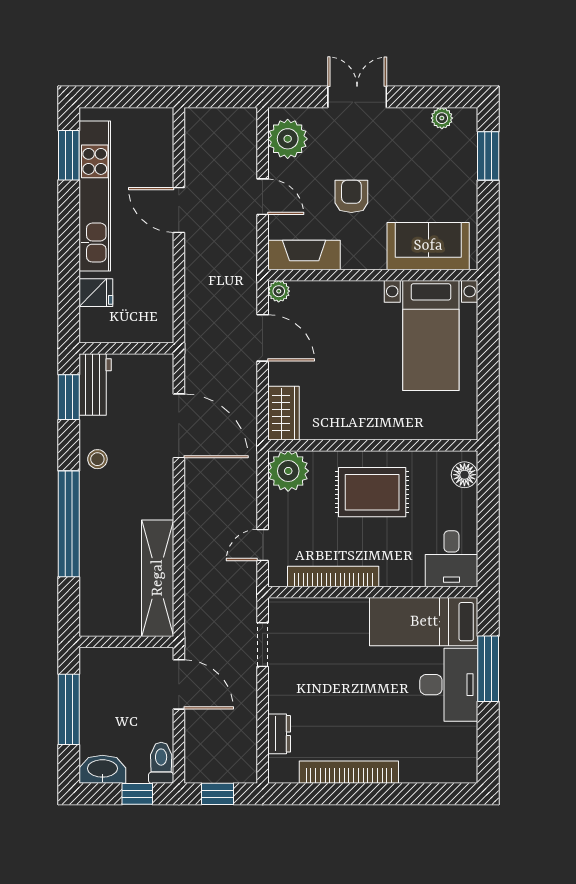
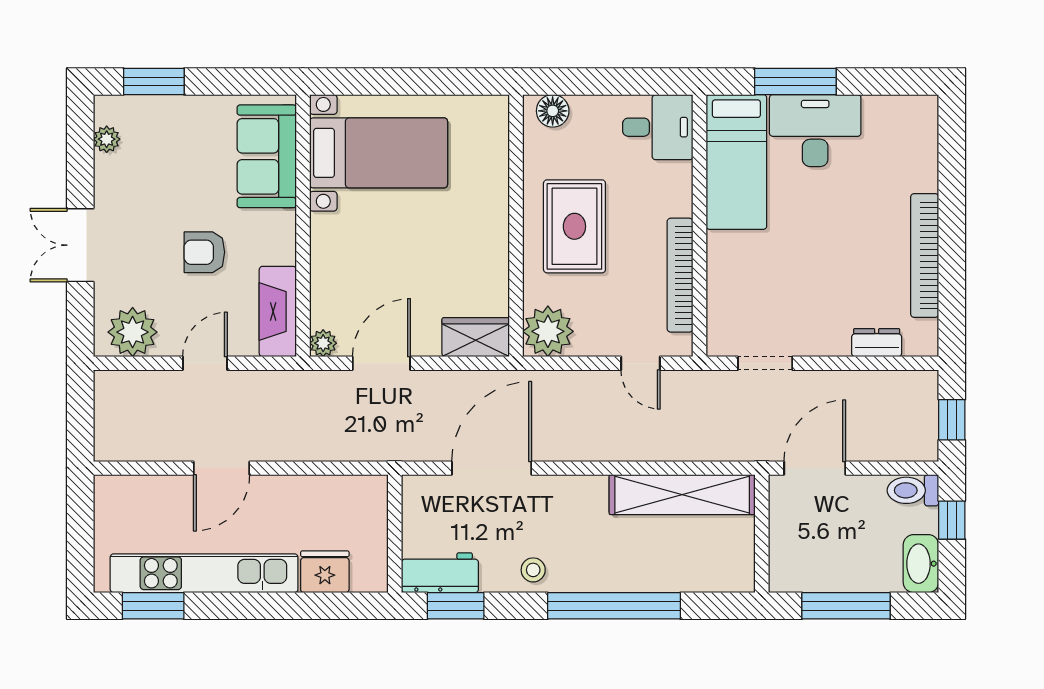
fridge: (96, 293) -> (325, 572), width x1.38

